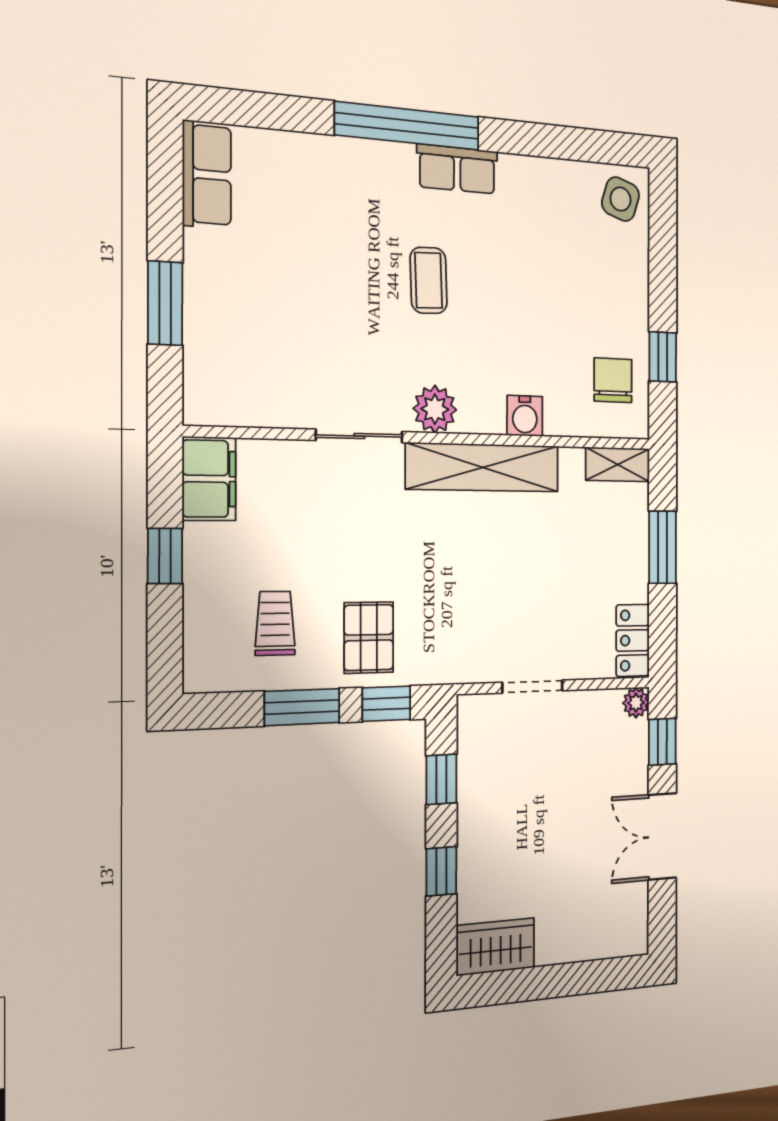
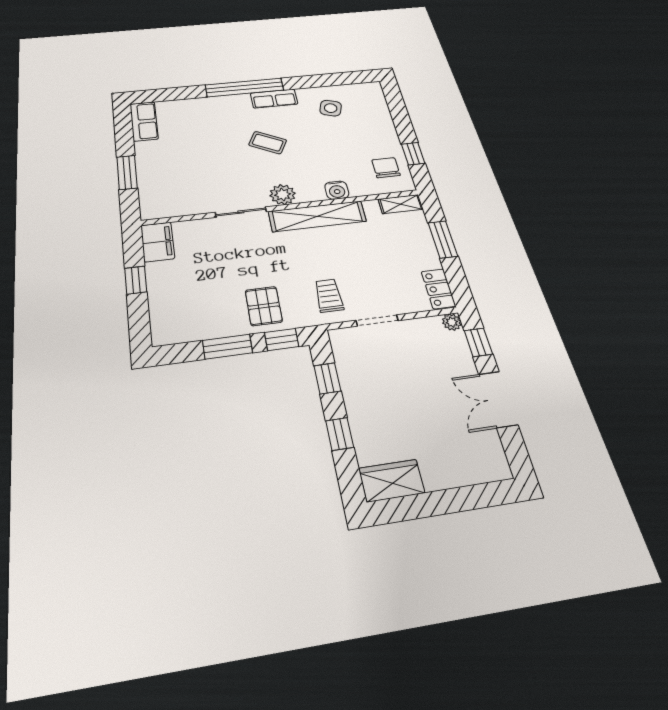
side table: (621, 199) -> (331, 108), moved
coffee table: (429, 280) -> (268, 143), turned -60
trolley: (275, 623) -> (329, 296), moved

